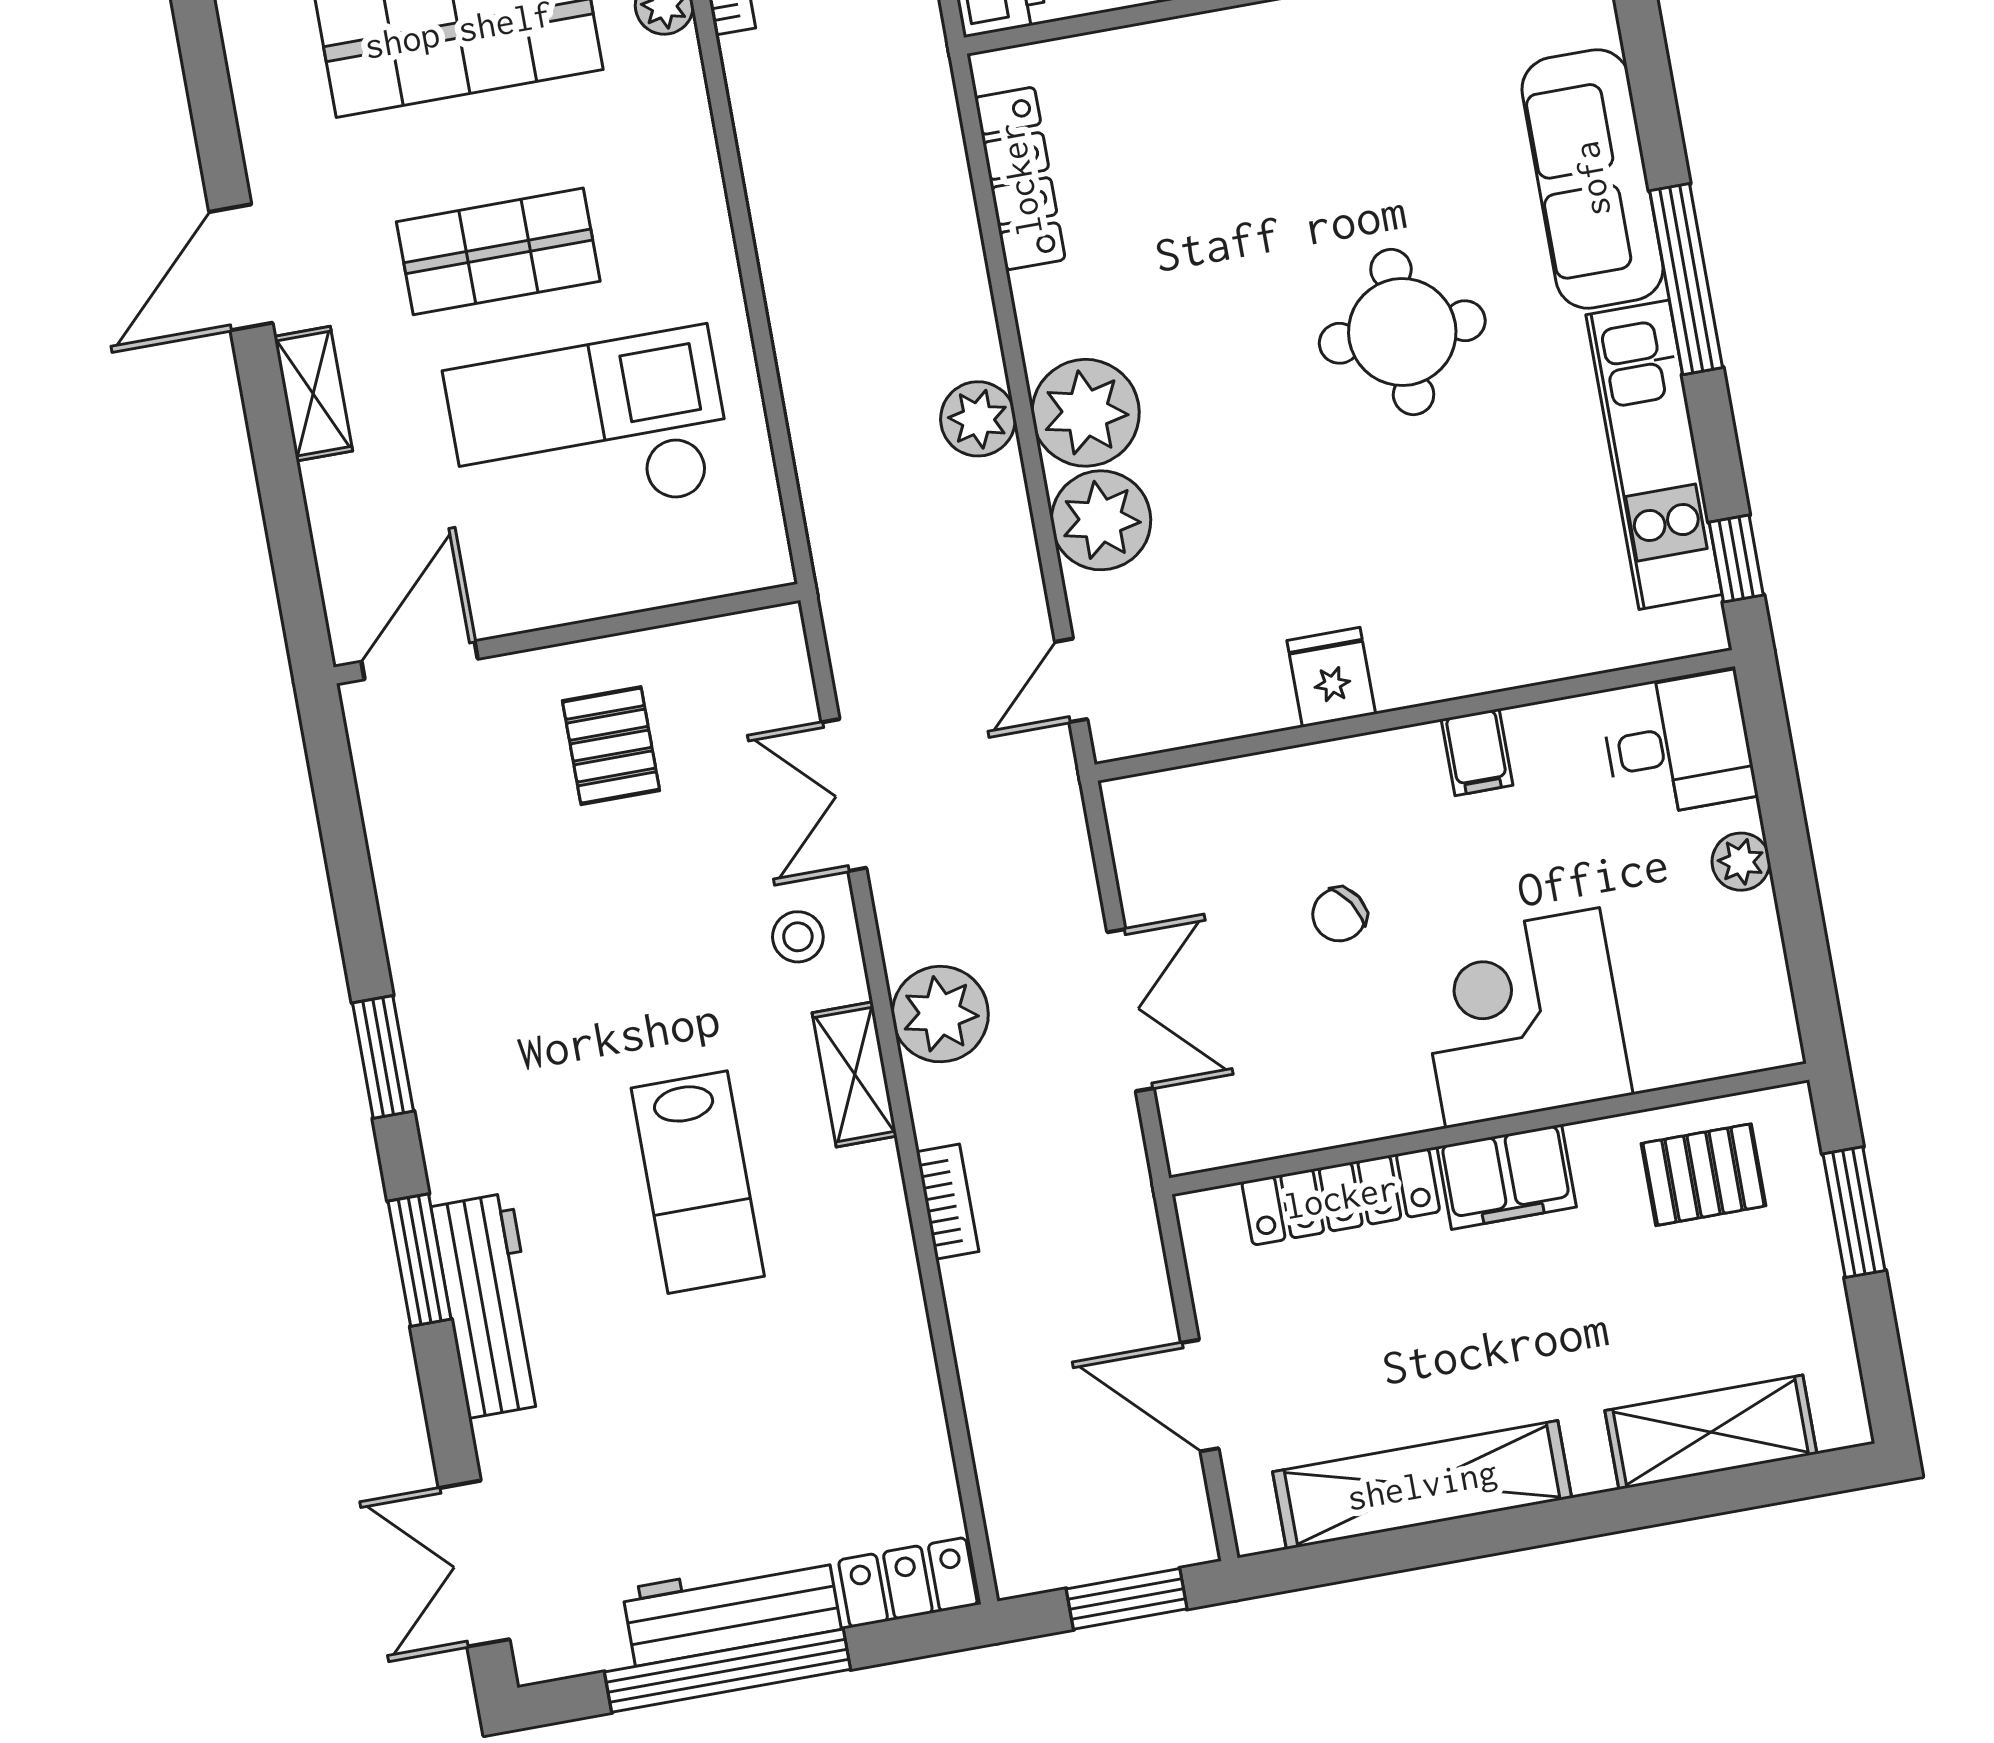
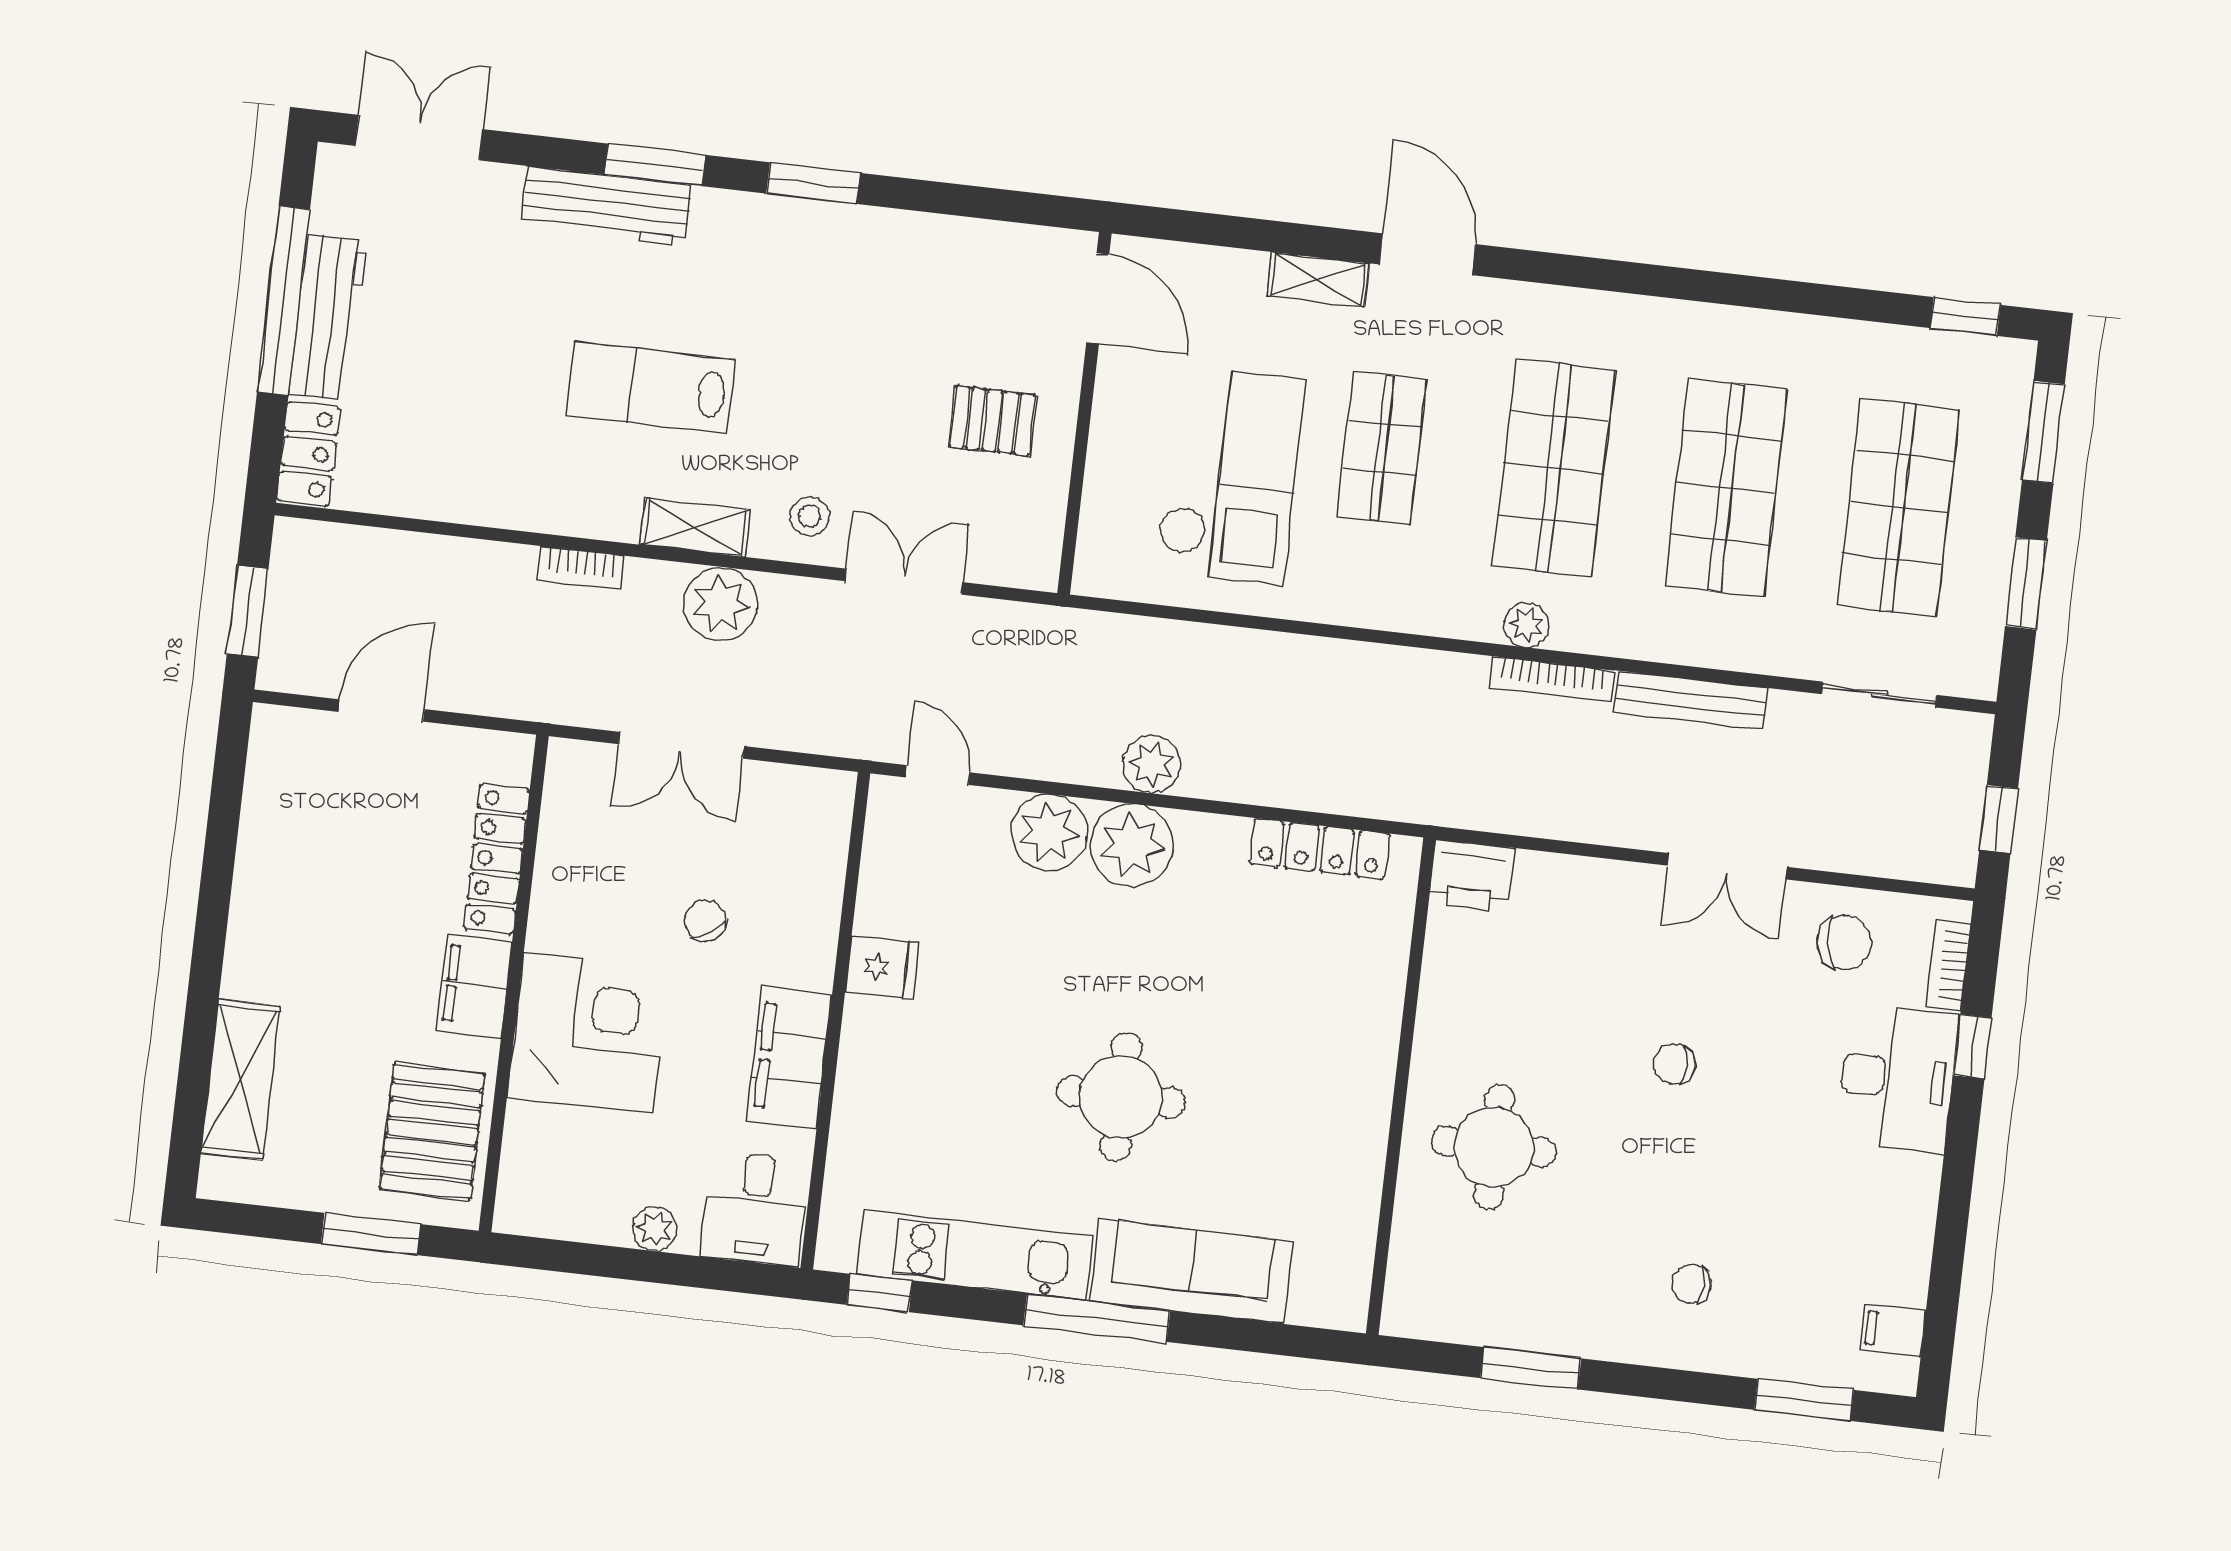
filing cabinet: (1477, 752) -> (789, 1058), width x3.00, depth x1.17
pallet: (1704, 1175) -> (432, 1131), width x1.50, depth x1.42
shelving: (1422, 1485) -> (266, 855), removed

